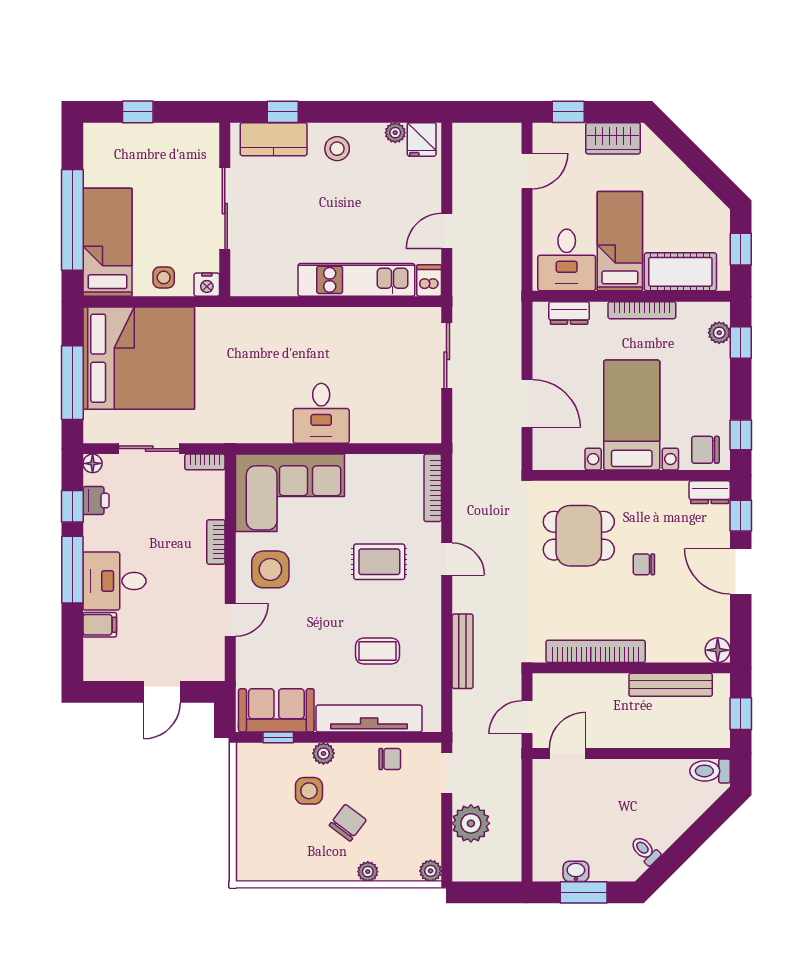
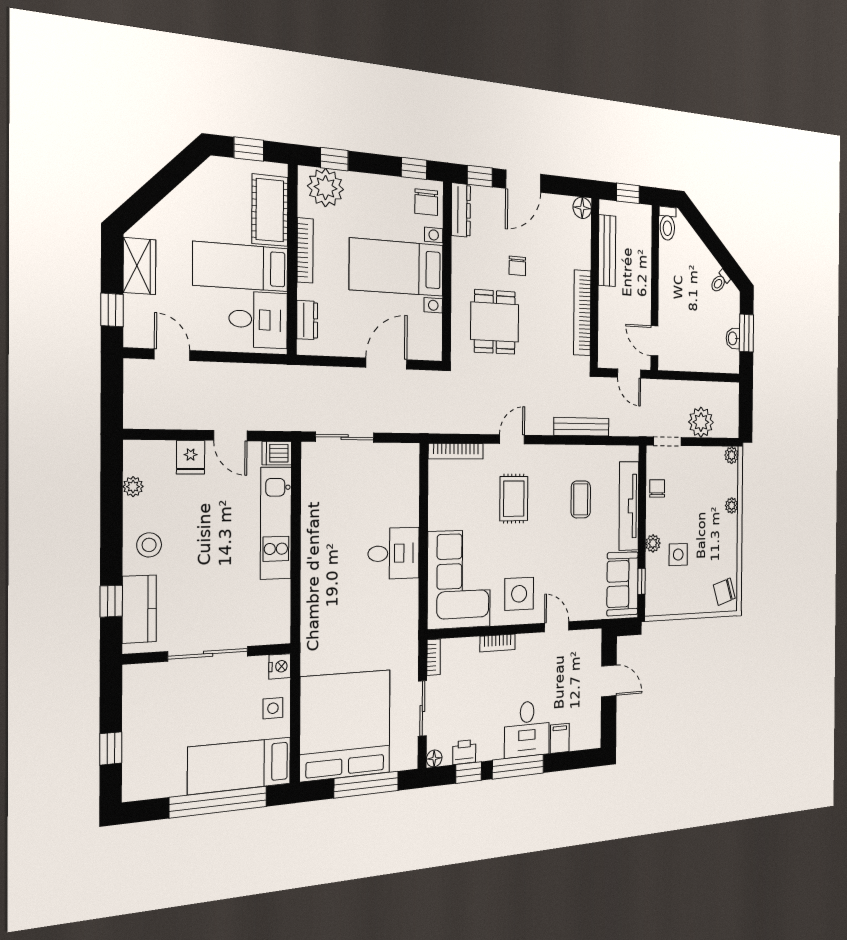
fridge: (422, 139) -> (191, 457), moved, turned 90
plant: (719, 333) -> (326, 188), width x1.87, depth x1.87
dresser: (710, 492) -> (461, 210), width x1.44
chair: (348, 823) -> (724, 592), moved, turned -54

